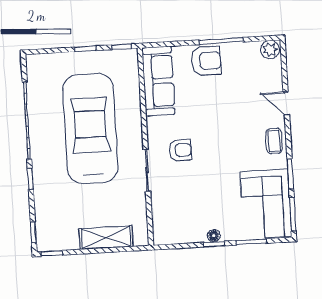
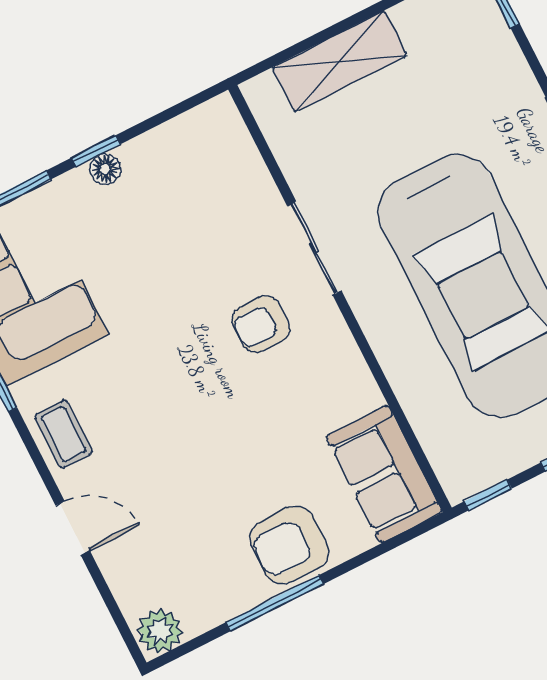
sofa: (158, 81) -> (384, 474), width x0.73

